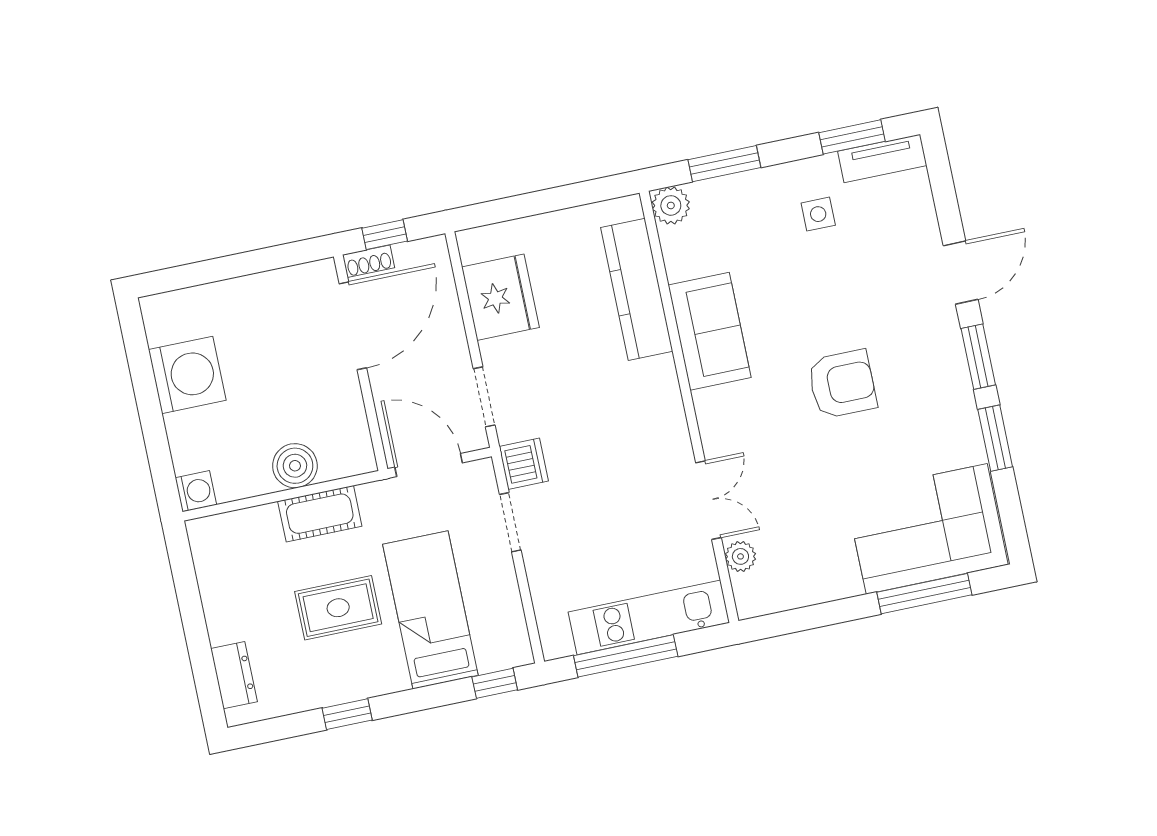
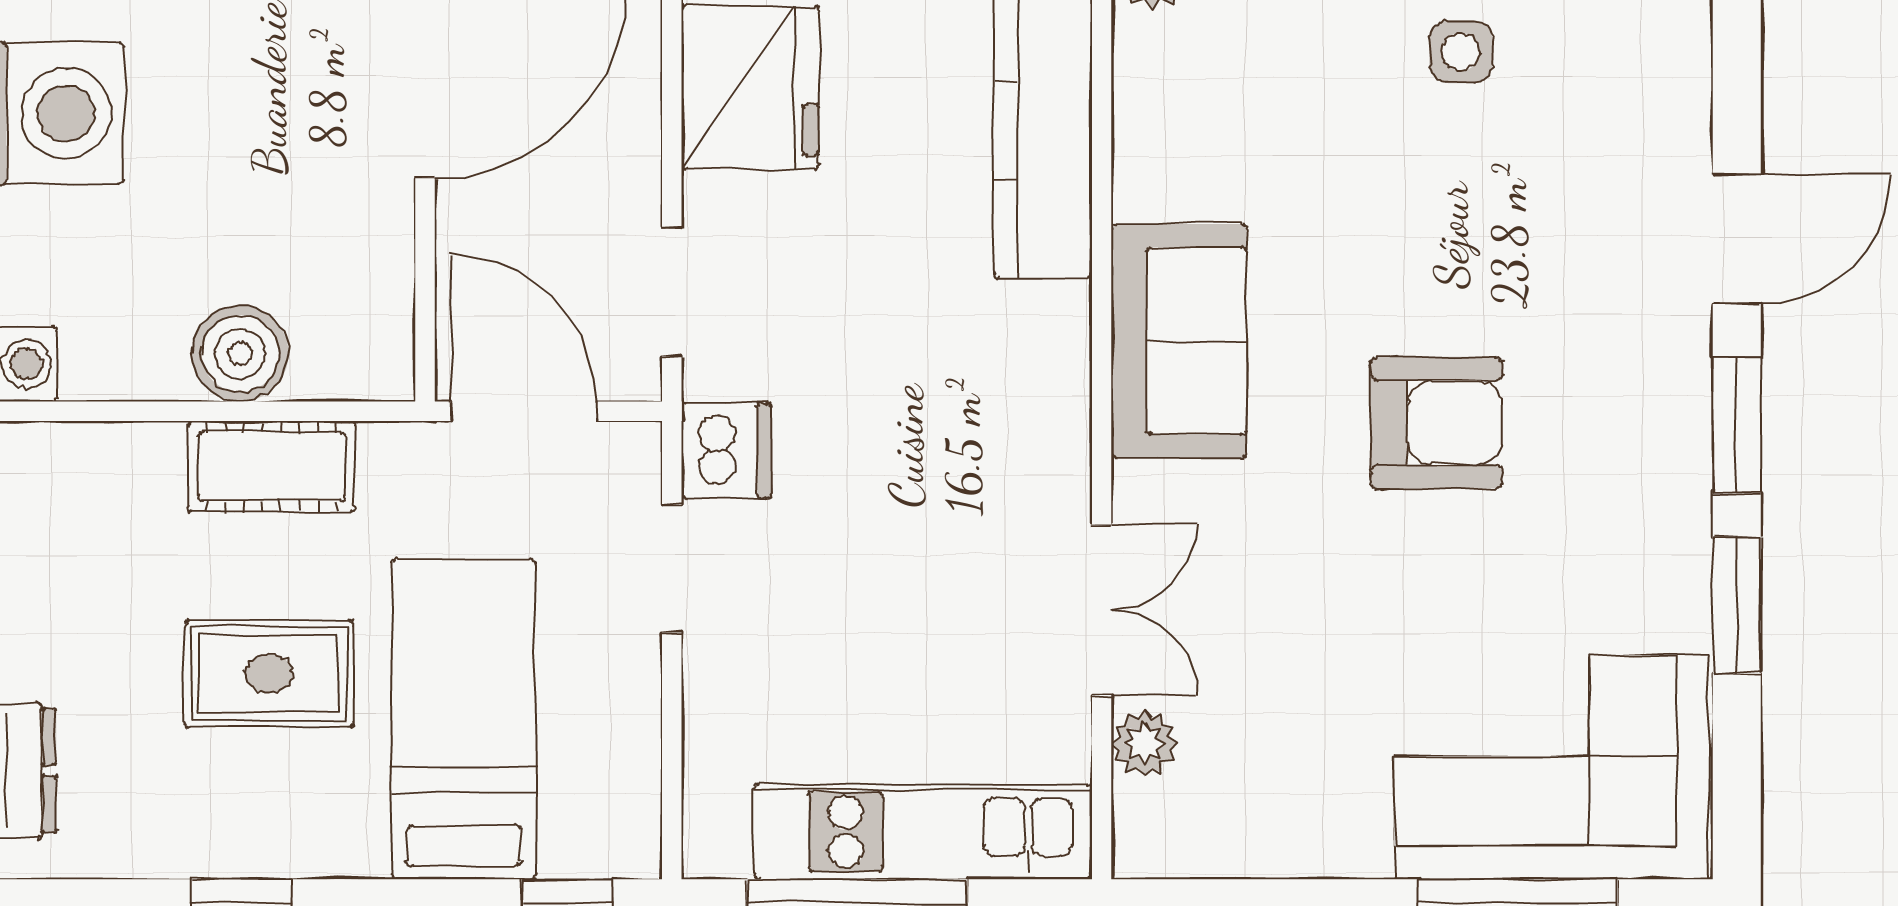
sofa: (710, 331) -> (1179, 341), moved

